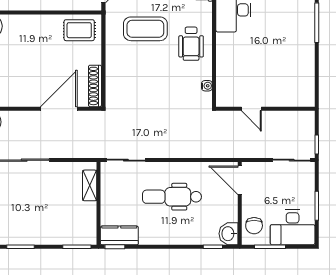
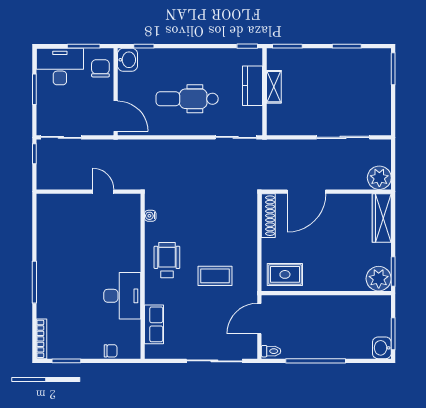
coffee table: (145, 29) -> (215, 276), width x0.73, depth x0.76
shelving: (90, 185) -> (274, 87), moved
dental chair: (172, 197) -> (187, 99), turned 180
kitchen counter: (119, 235) -> (253, 86), moved, turned 90

